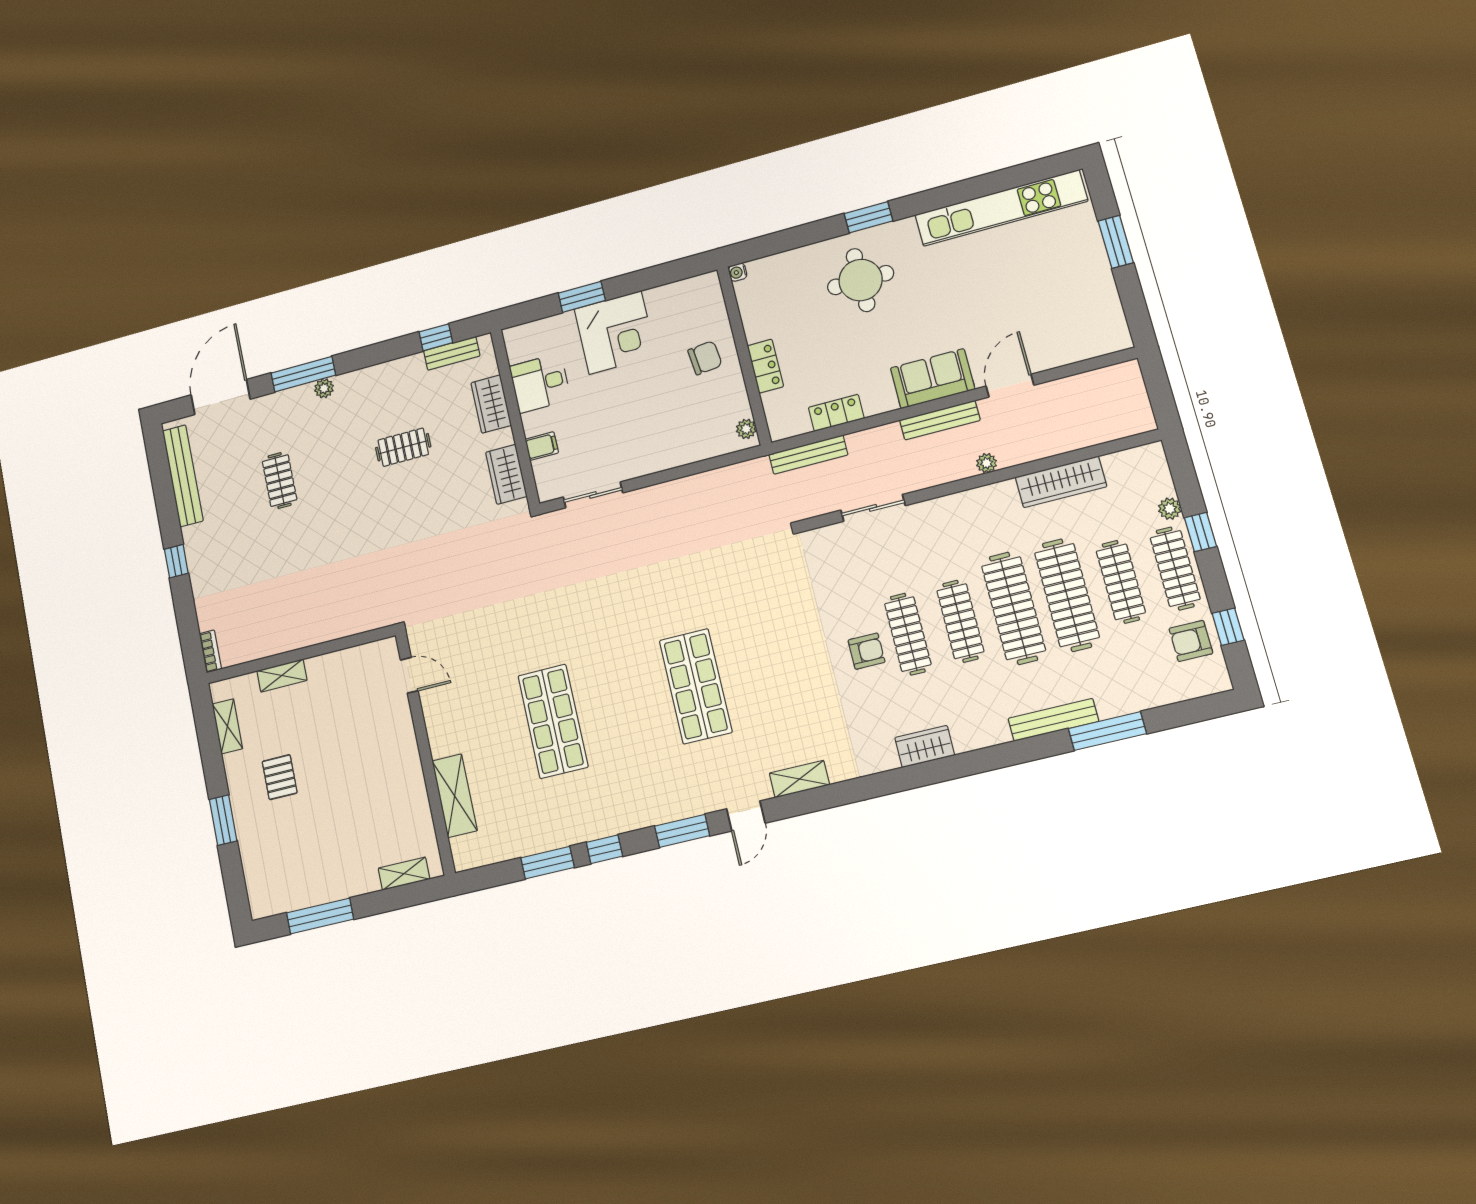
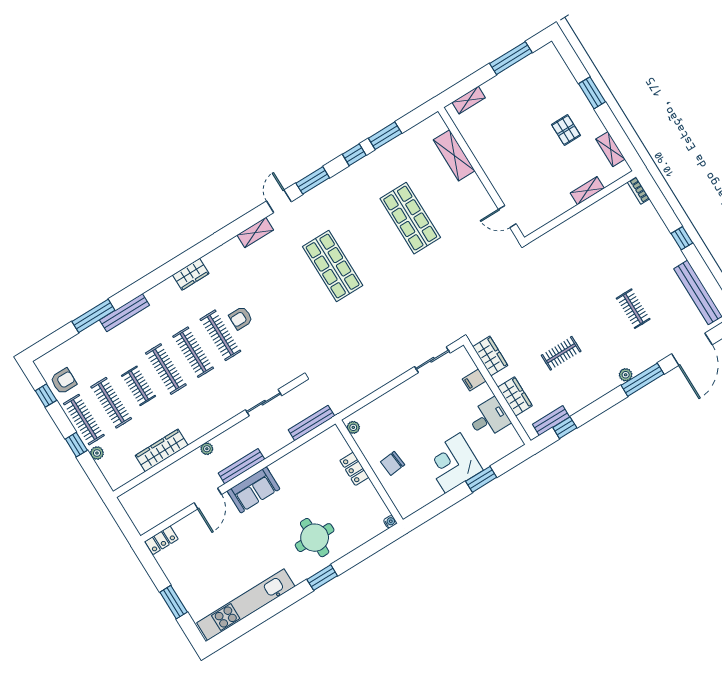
locker: (836, 413) -> (162, 540), moved
clothes rail: (1067, 595) -> (139, 386), width x0.54, depth x0.76
clothes rail: (1013, 608) -> (166, 369), width x0.73, depth x0.76

